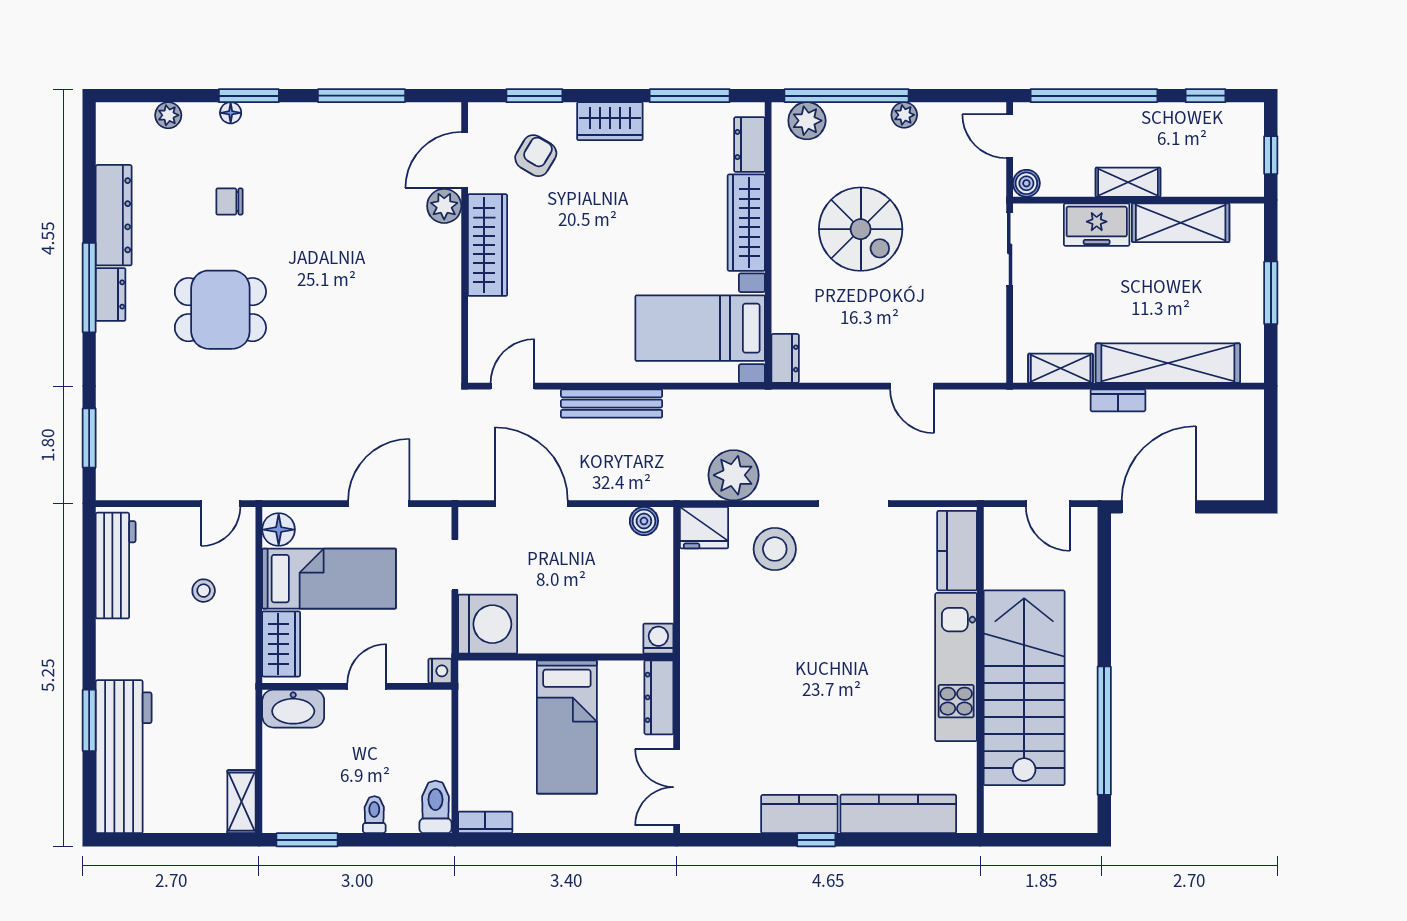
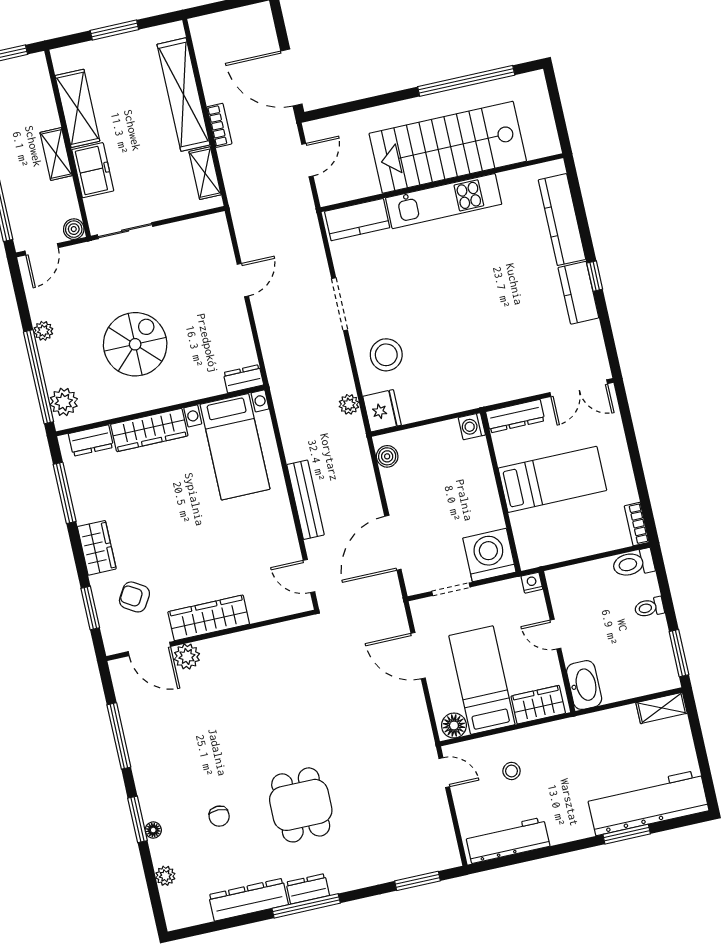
plant: (734, 475) -> (349, 404), width x0.53, depth x0.53

